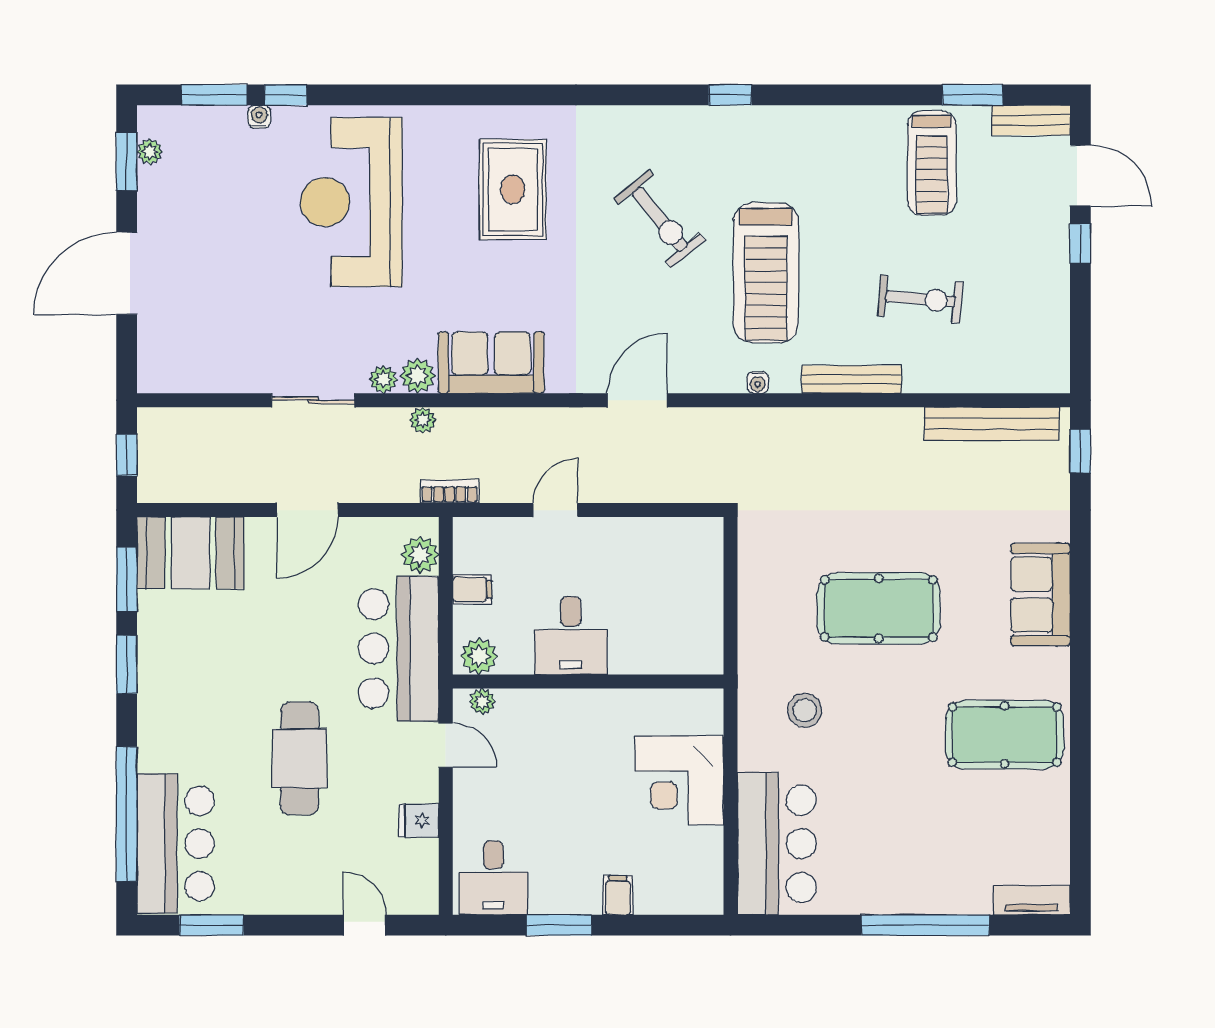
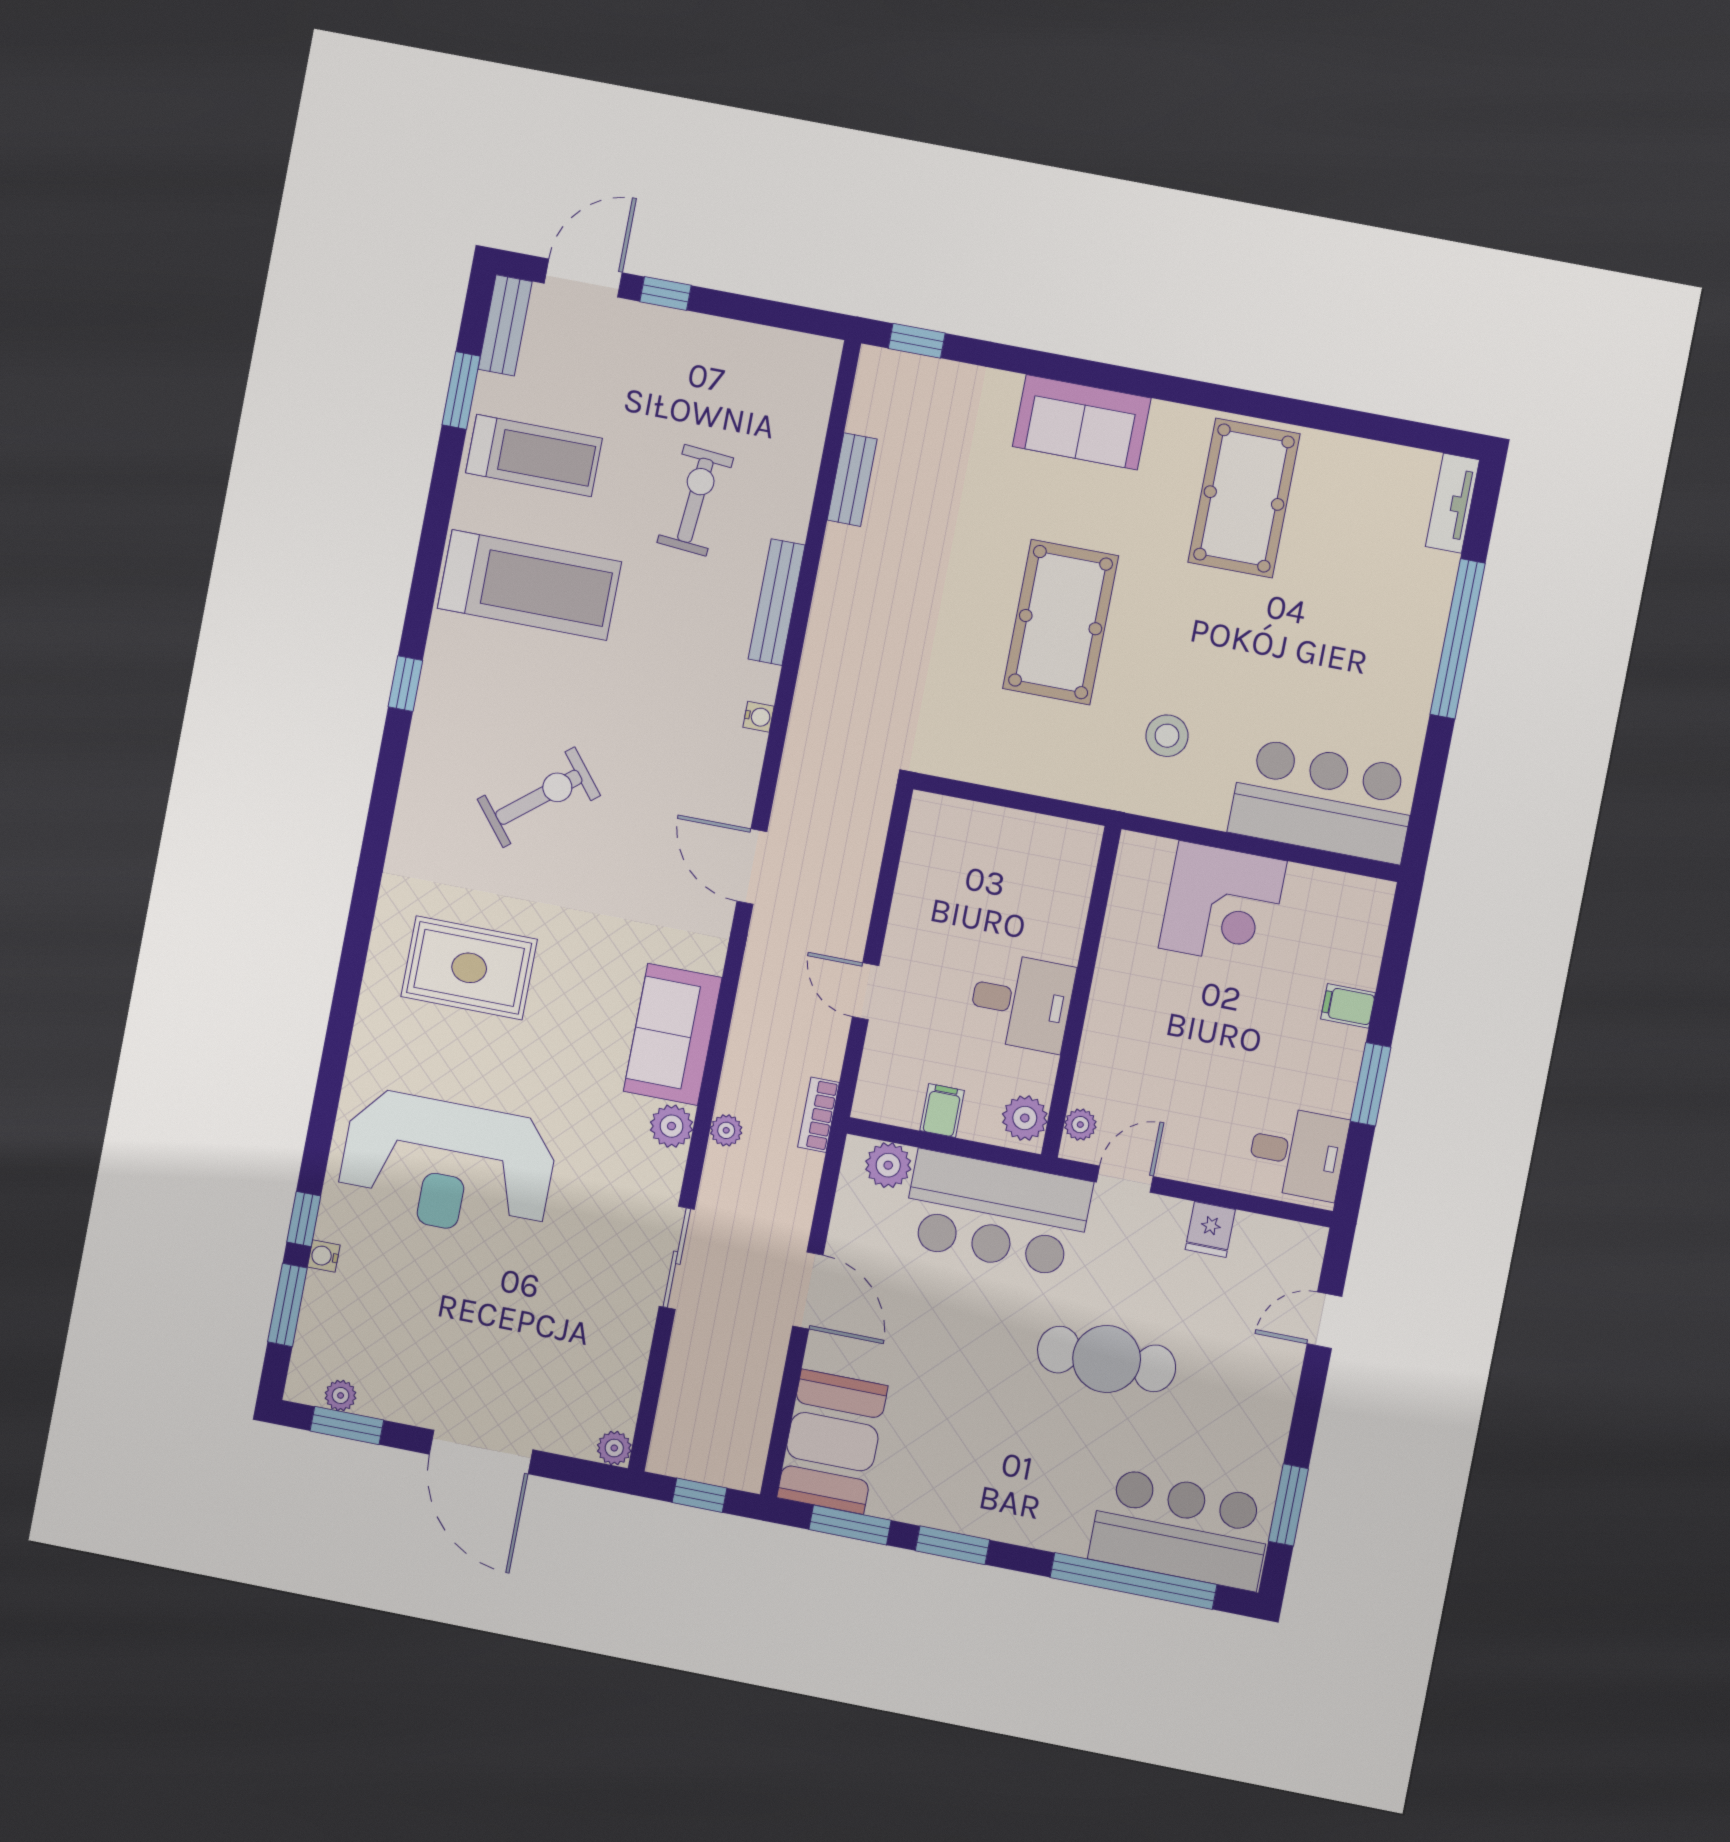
treadmill: (766, 273) -> (529, 585), moved
plant: (383, 379) -> (614, 1448), moved
bench: (992, 424) -> (852, 480), width x0.54, depth x0.82

